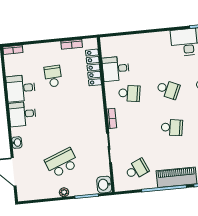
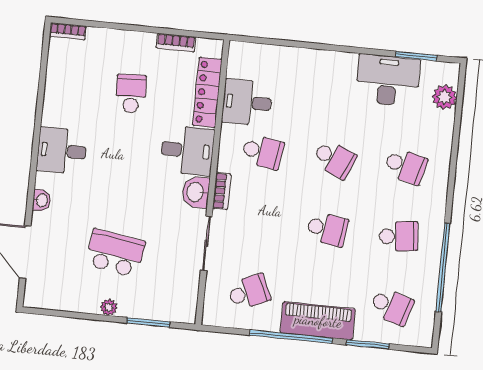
desk: (21, 88) -> (187, 150), moved, turned 180
school desk: (62, 163) -> (115, 253), turned 30
washbasin: (104, 185) -> (196, 192), moved

